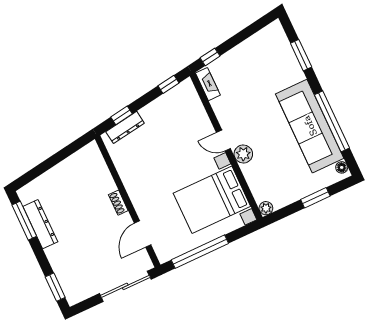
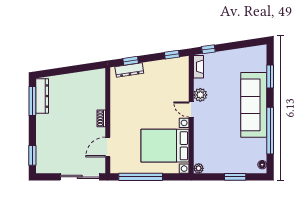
sofa: (310, 126) -> (254, 105), moved
plant: (243, 154) -> (200, 95), moved
dresser: (40, 224) -> (42, 96), moved

